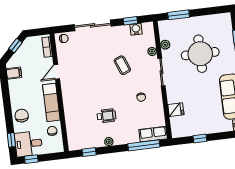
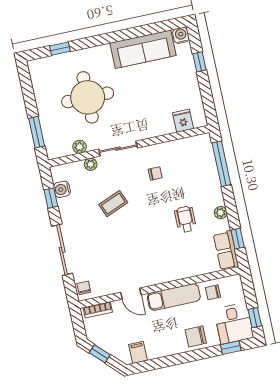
fridge: (176, 110) -> (183, 121), moved
row of seats: (153, 134) -> (226, 250), moved
window: (200, 138) -> (199, 62), moved

